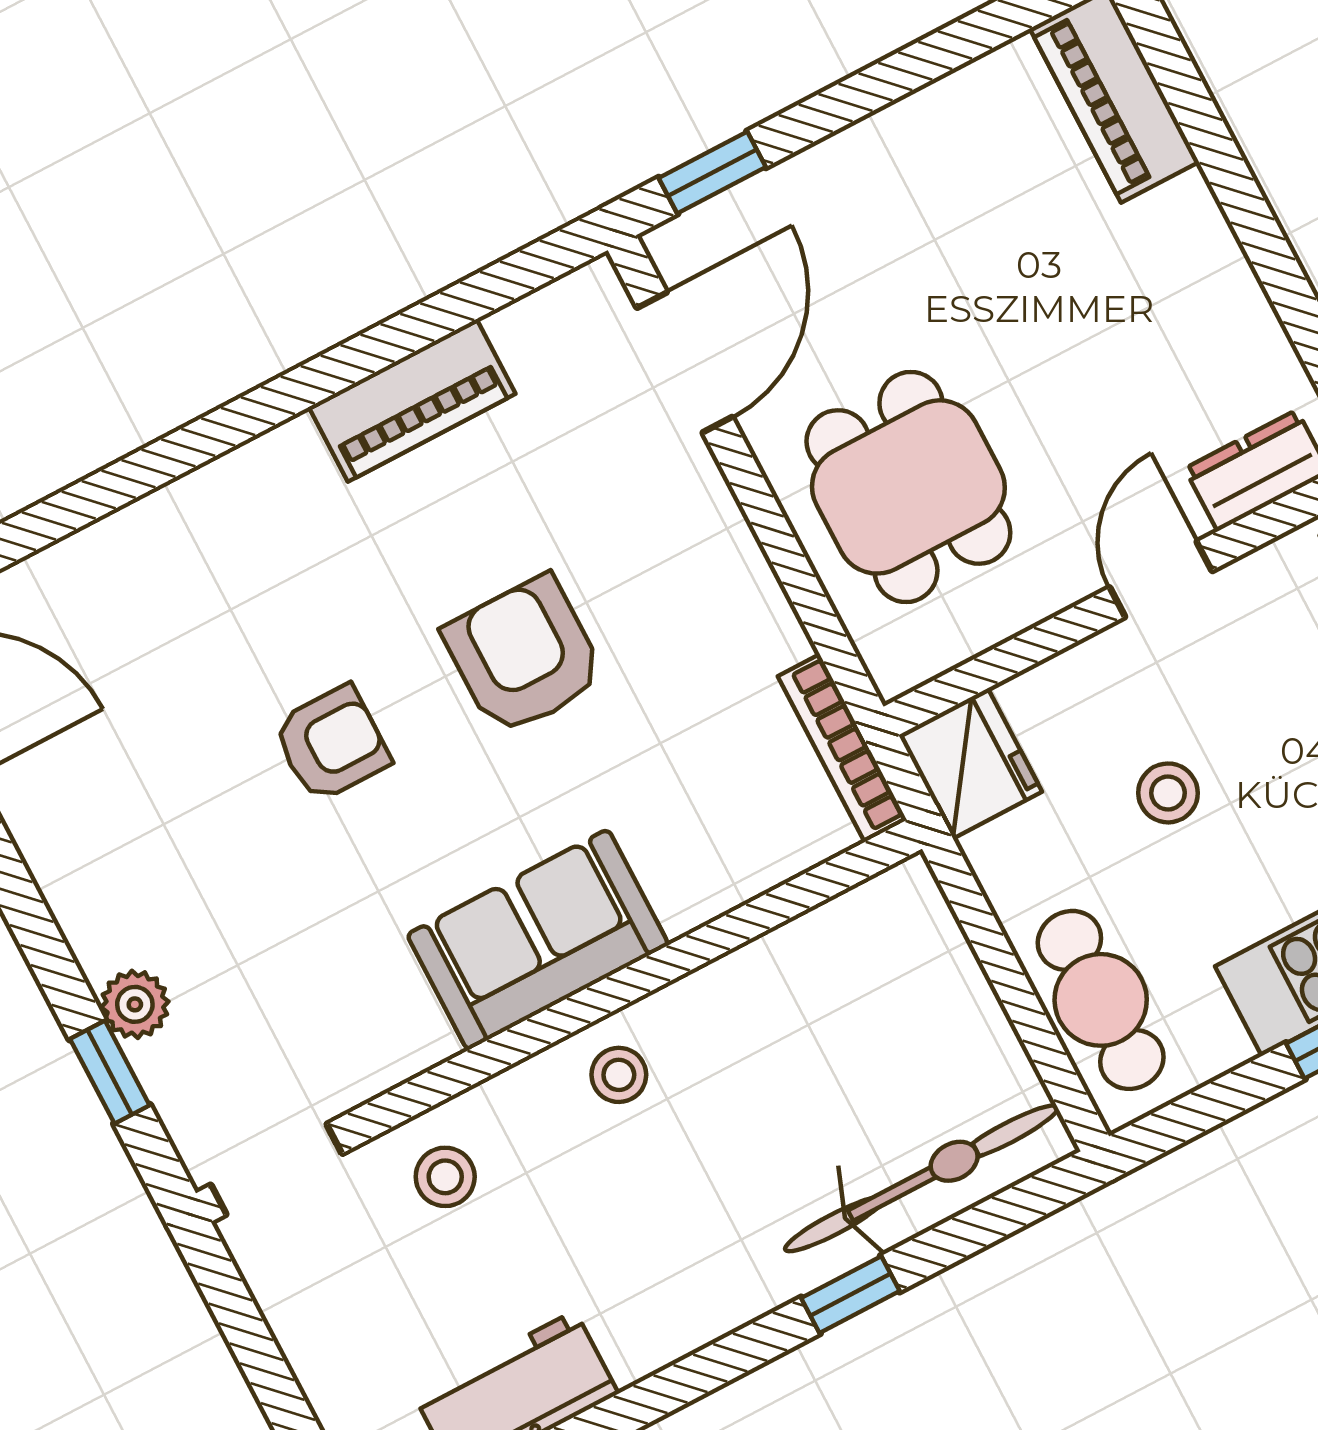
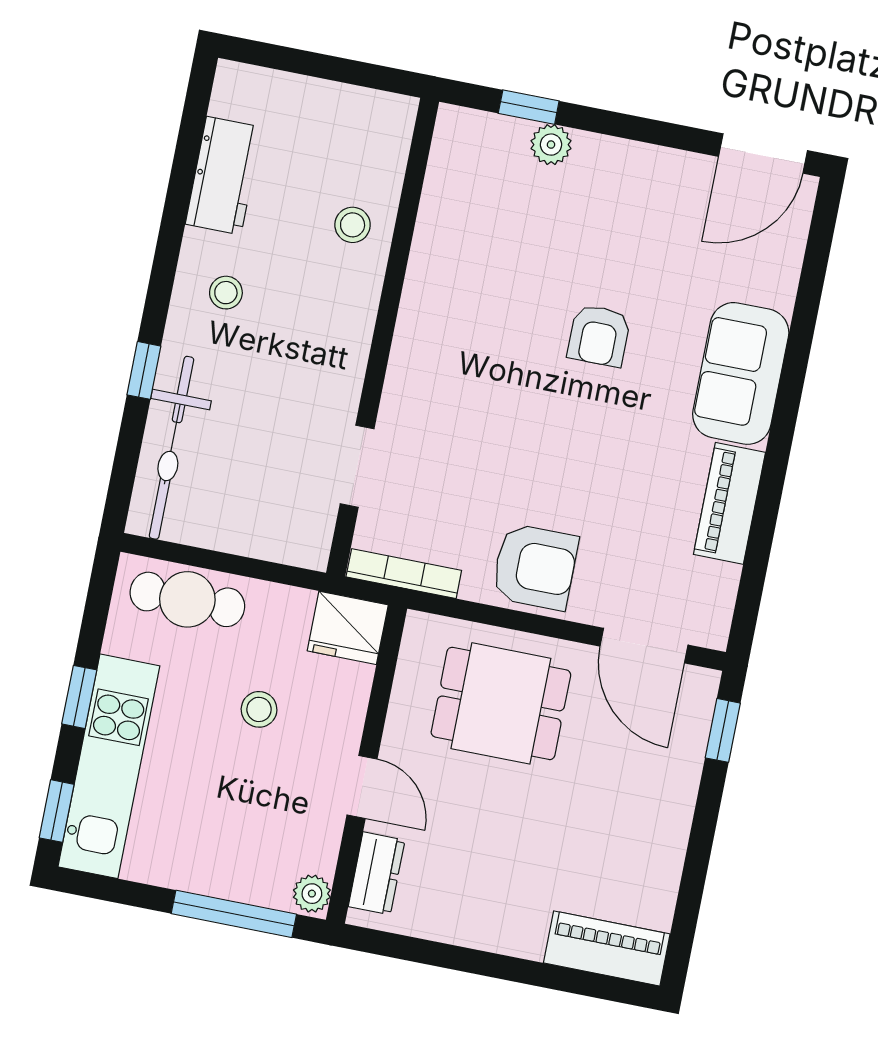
armchair: (524, 656) -> (535, 567), moved
sofa: (538, 940) -> (741, 373), moved, turned 180
stool: (619, 1075) -> (226, 293), moved
doorway: (277, 1169) -> (357, 466), moved

